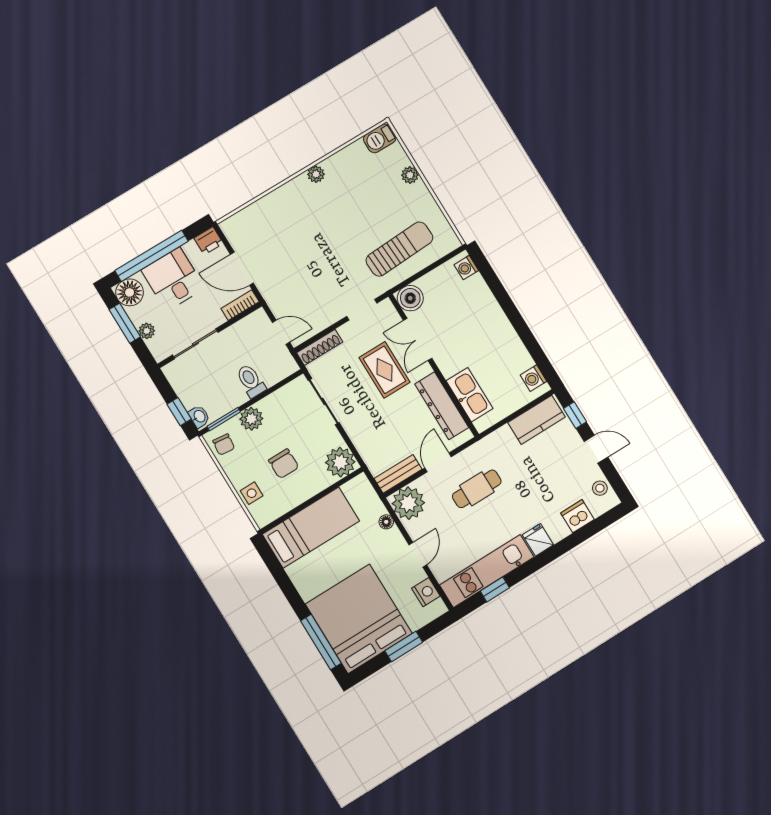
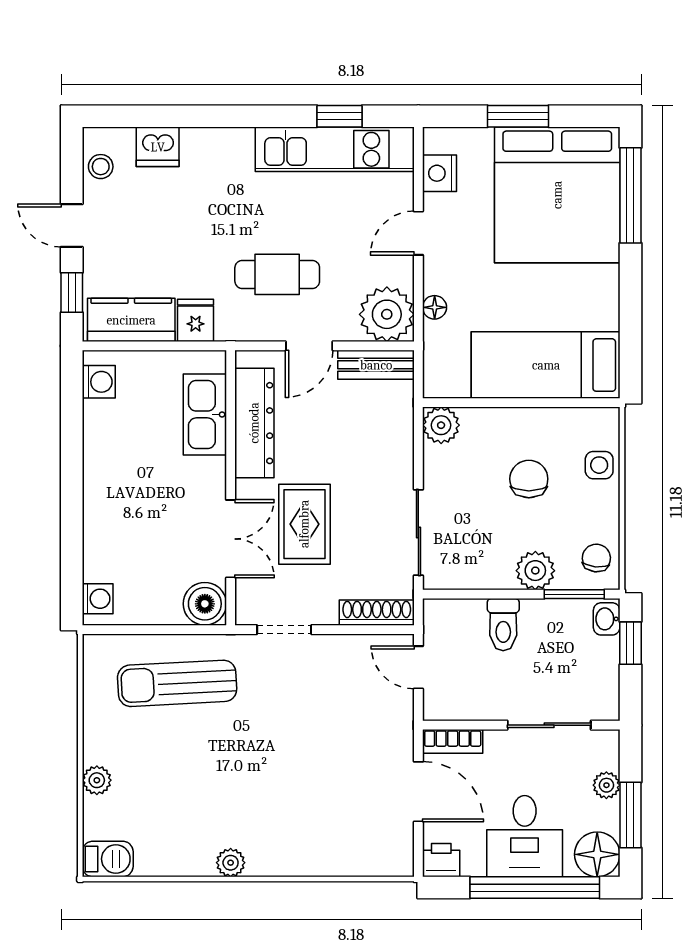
plant: (340, 462) -> (441, 425), width x0.73, depth x0.73
fridge: (538, 540) -> (196, 320), moved, turned 180

